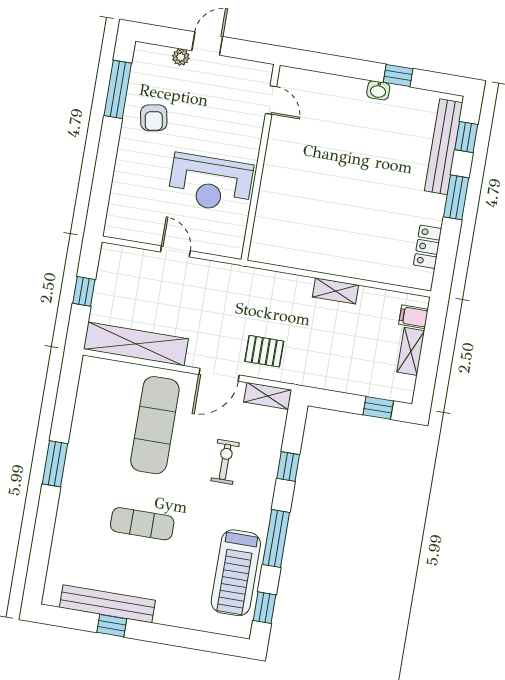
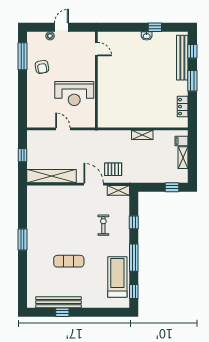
door: (219, 375) -> (94, 184), swing flipped
exercise mat: (155, 425) -> (67, 213), removed
treadmill: (236, 573) -> (117, 277), turned 180

